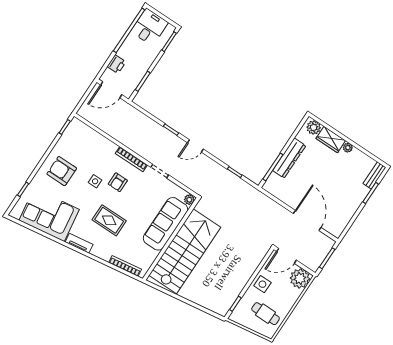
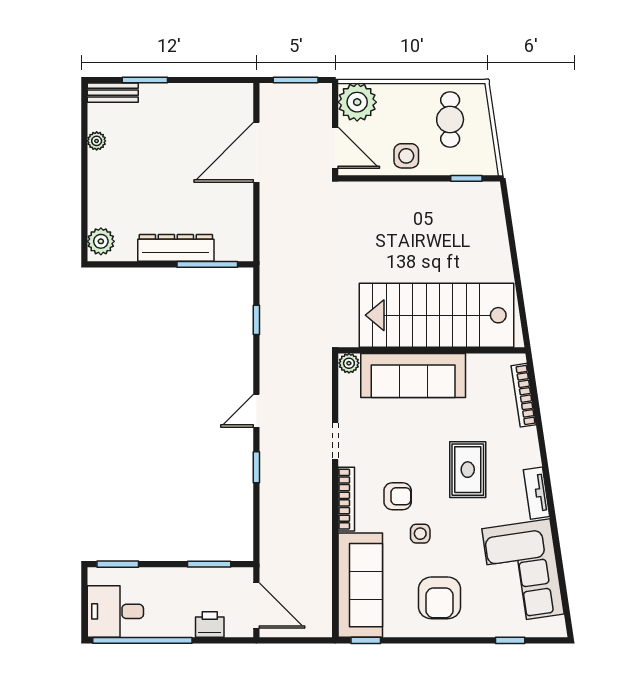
sofa: (90, 140) -> (360, 585), added
wardrobe: (331, 140) -> (102, 201), removed
door: (195, 146) -> (256, 411), swing flipped
plant: (348, 148) -> (97, 141), moved

